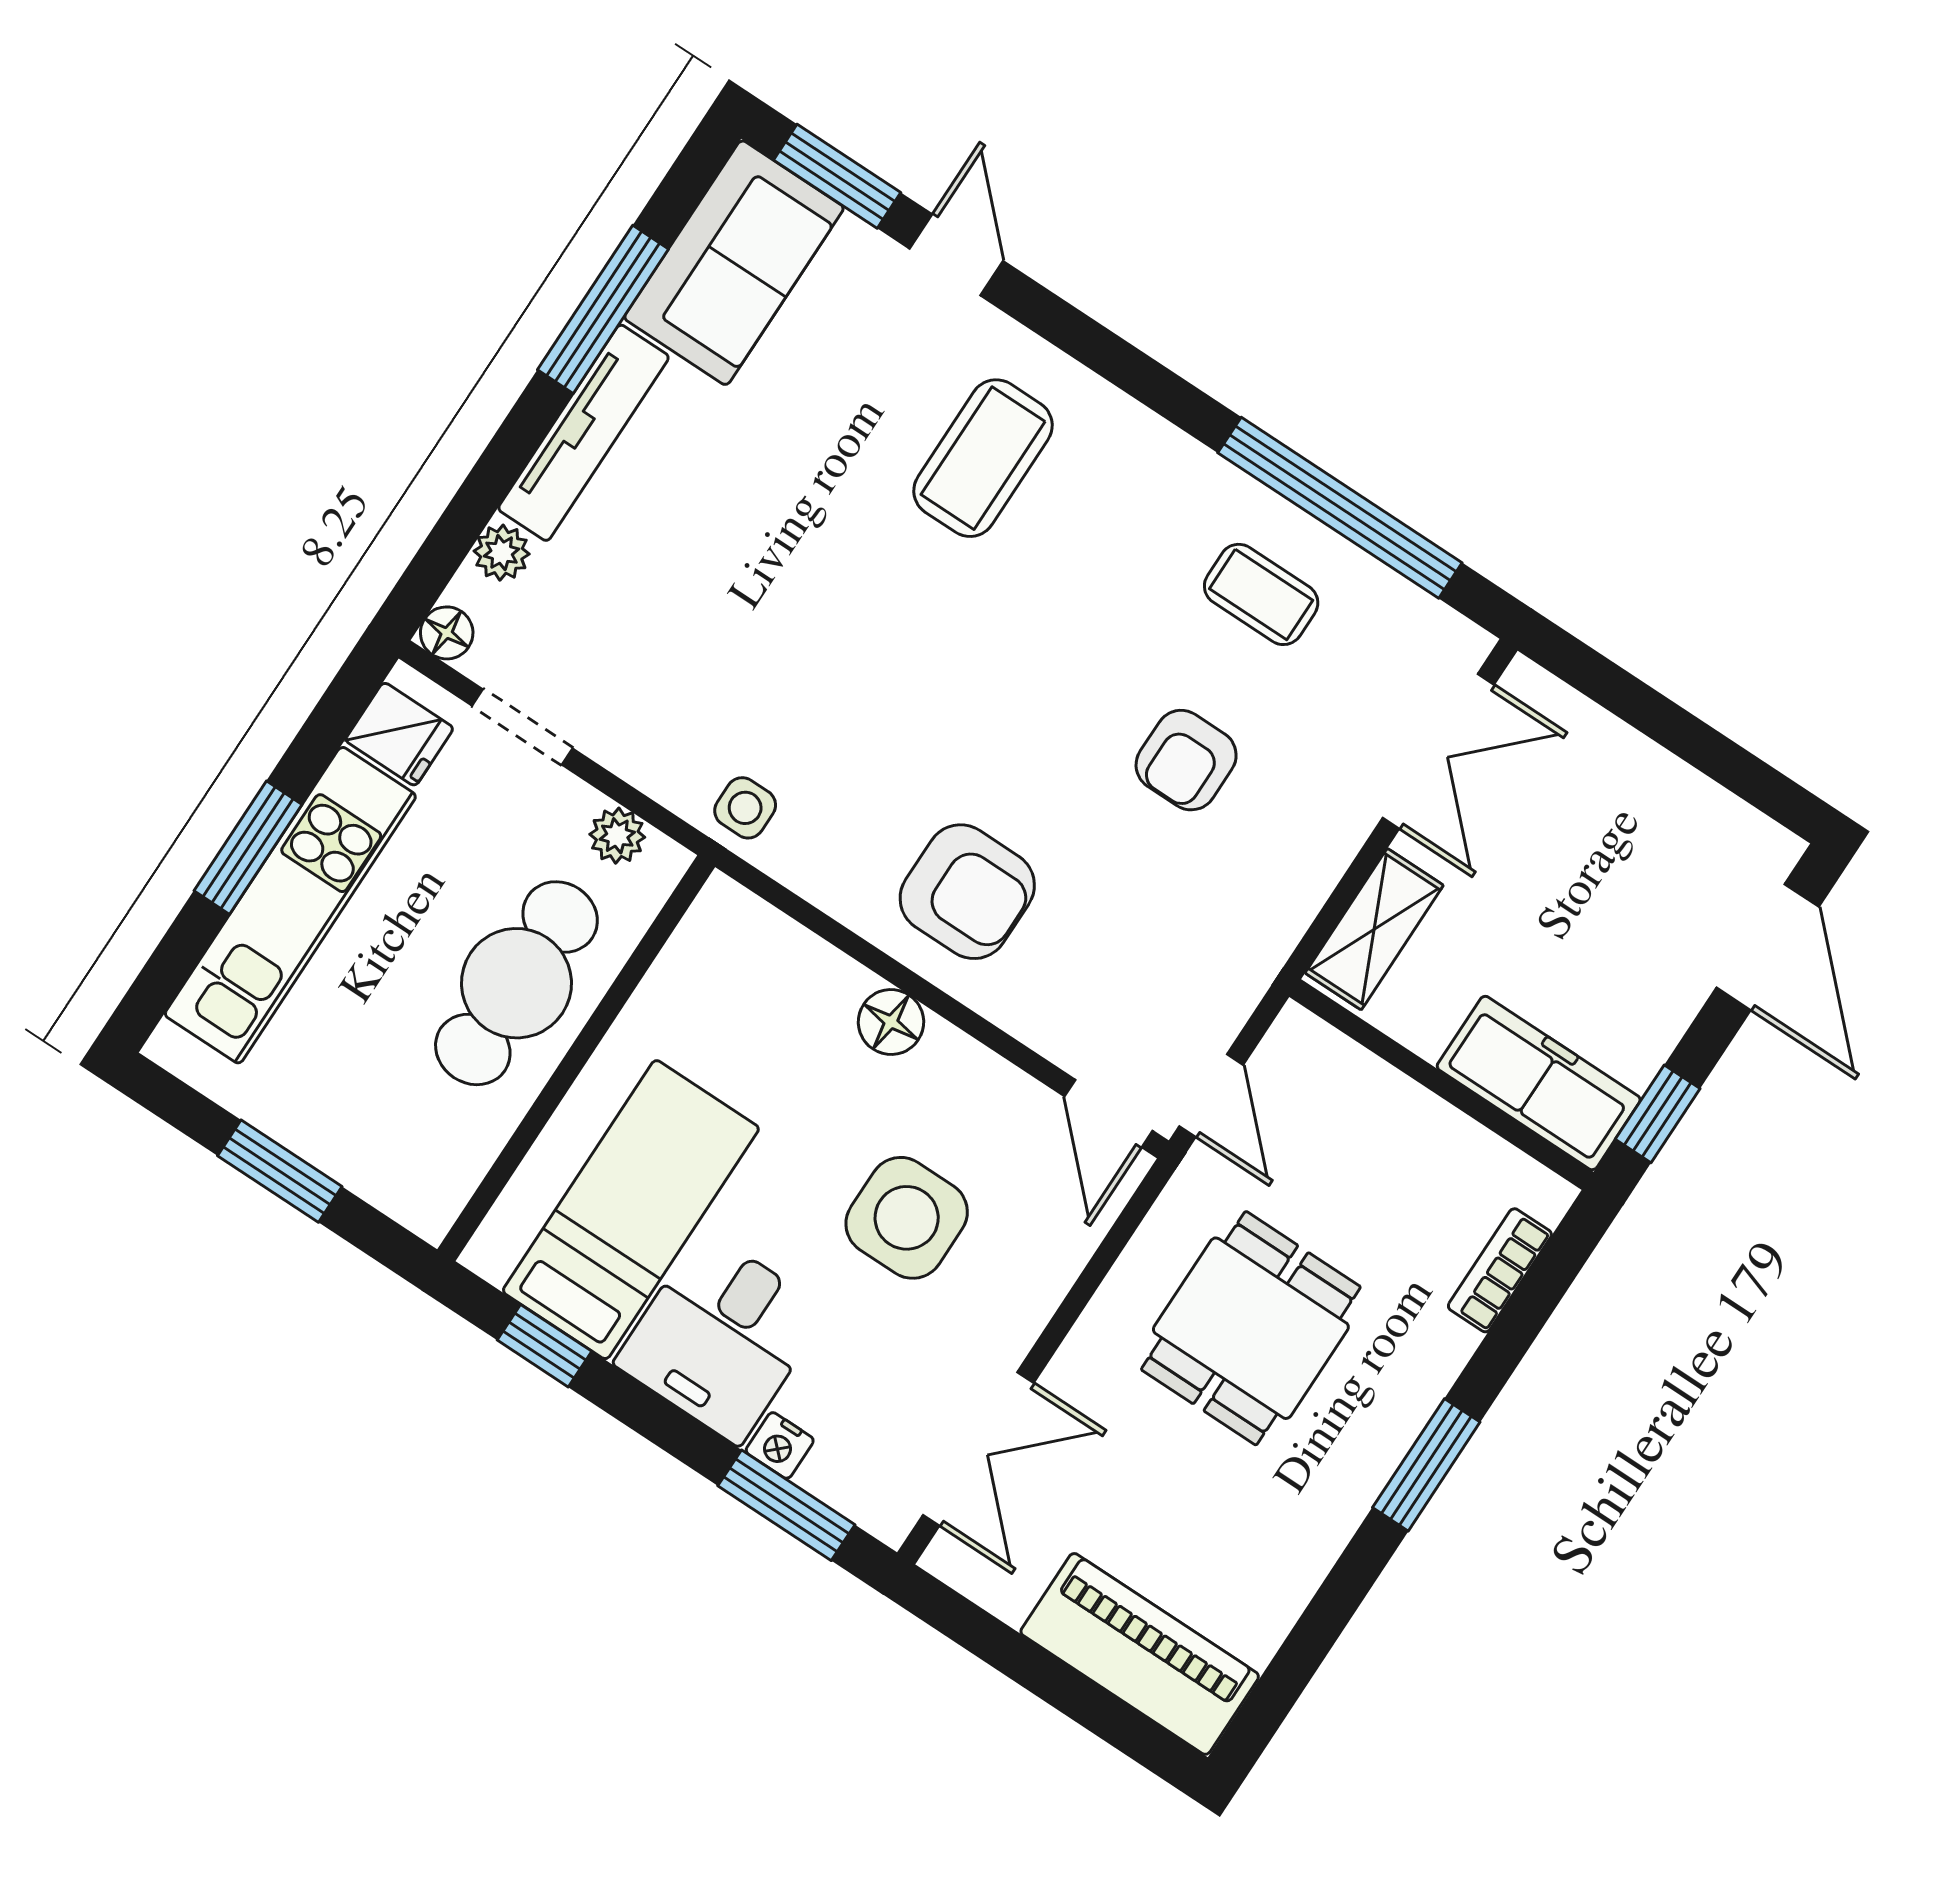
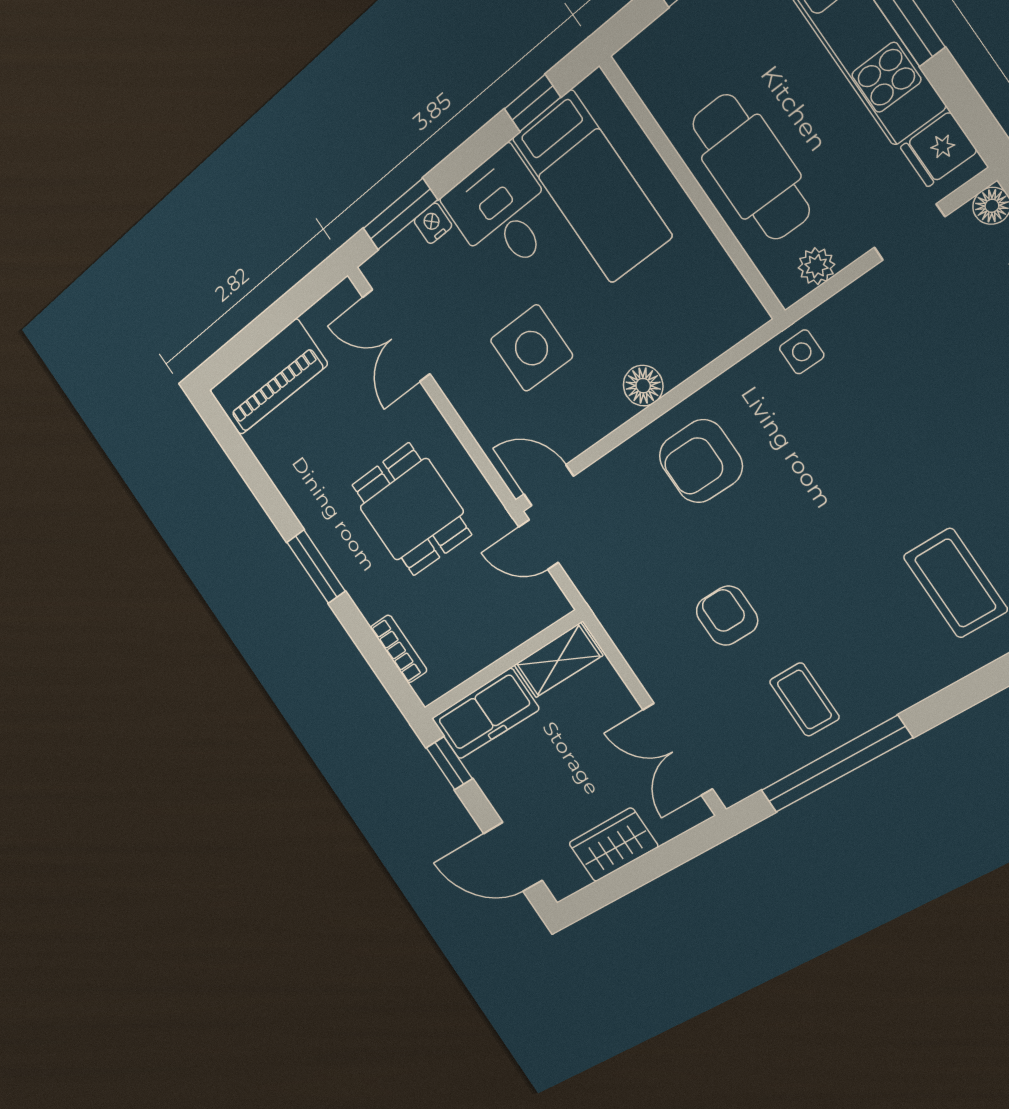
coffee table: (1261, 594) -> (804, 700), turned 90
wardrobe: (1655, 791) -> (613, 845), added
shelving: (1374, 929) -> (558, 660), moved, turned 90

